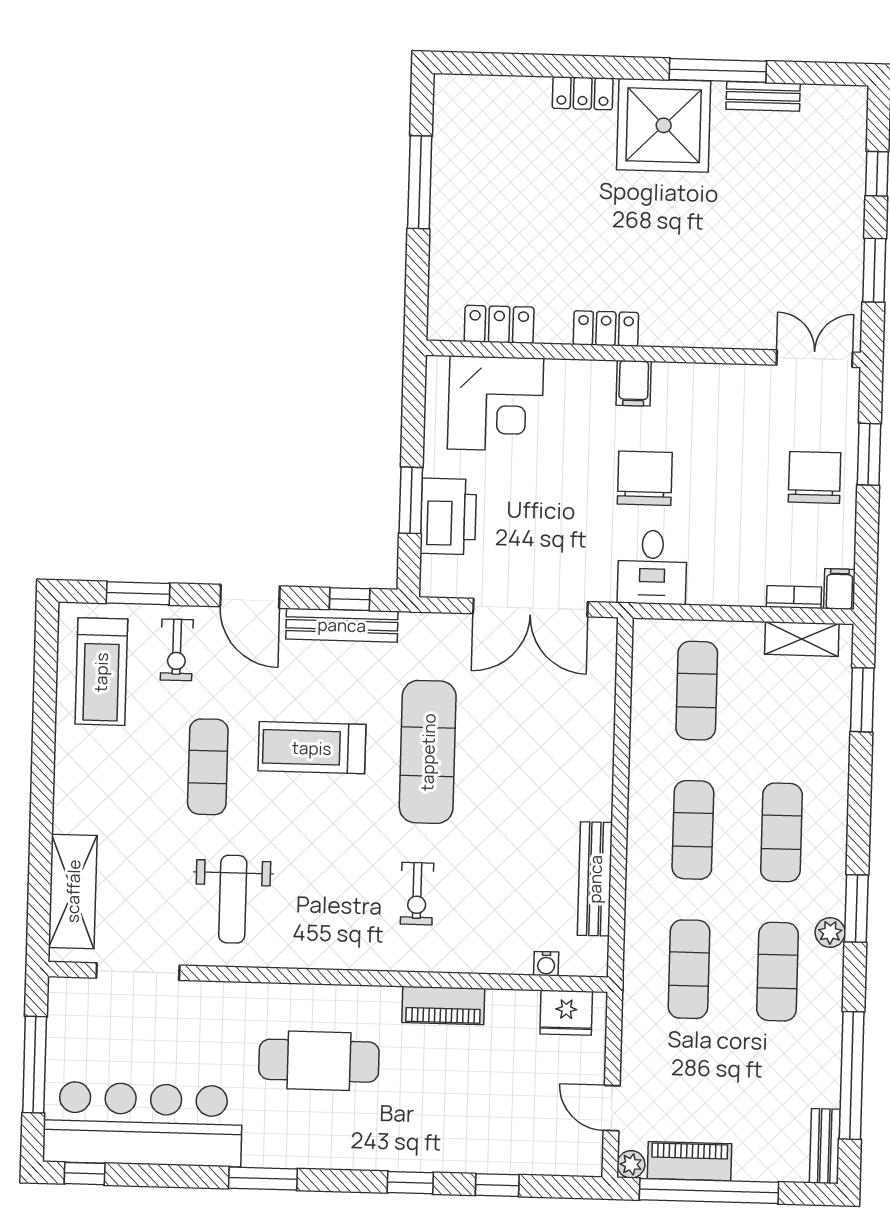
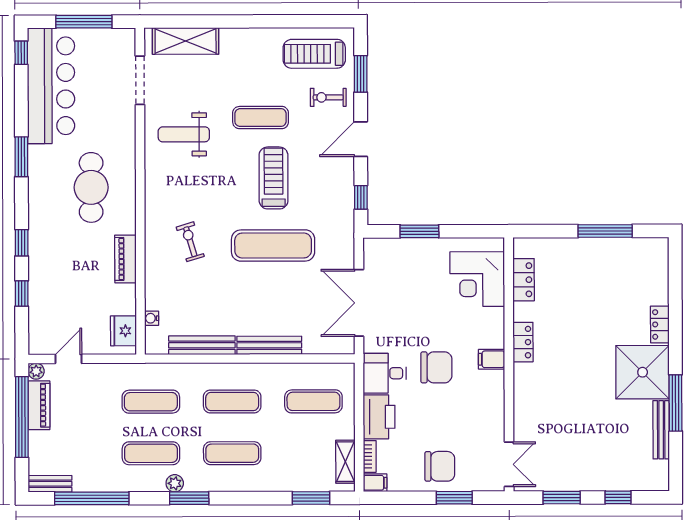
bench: (763, 96) -> (661, 430), width x1.36
printer: (448, 516) -> (379, 417), moved, turned -90
bench: (342, 625) -> (269, 345), moved, turned 90
exercise bike: (417, 894) -> (190, 242), turned 73

